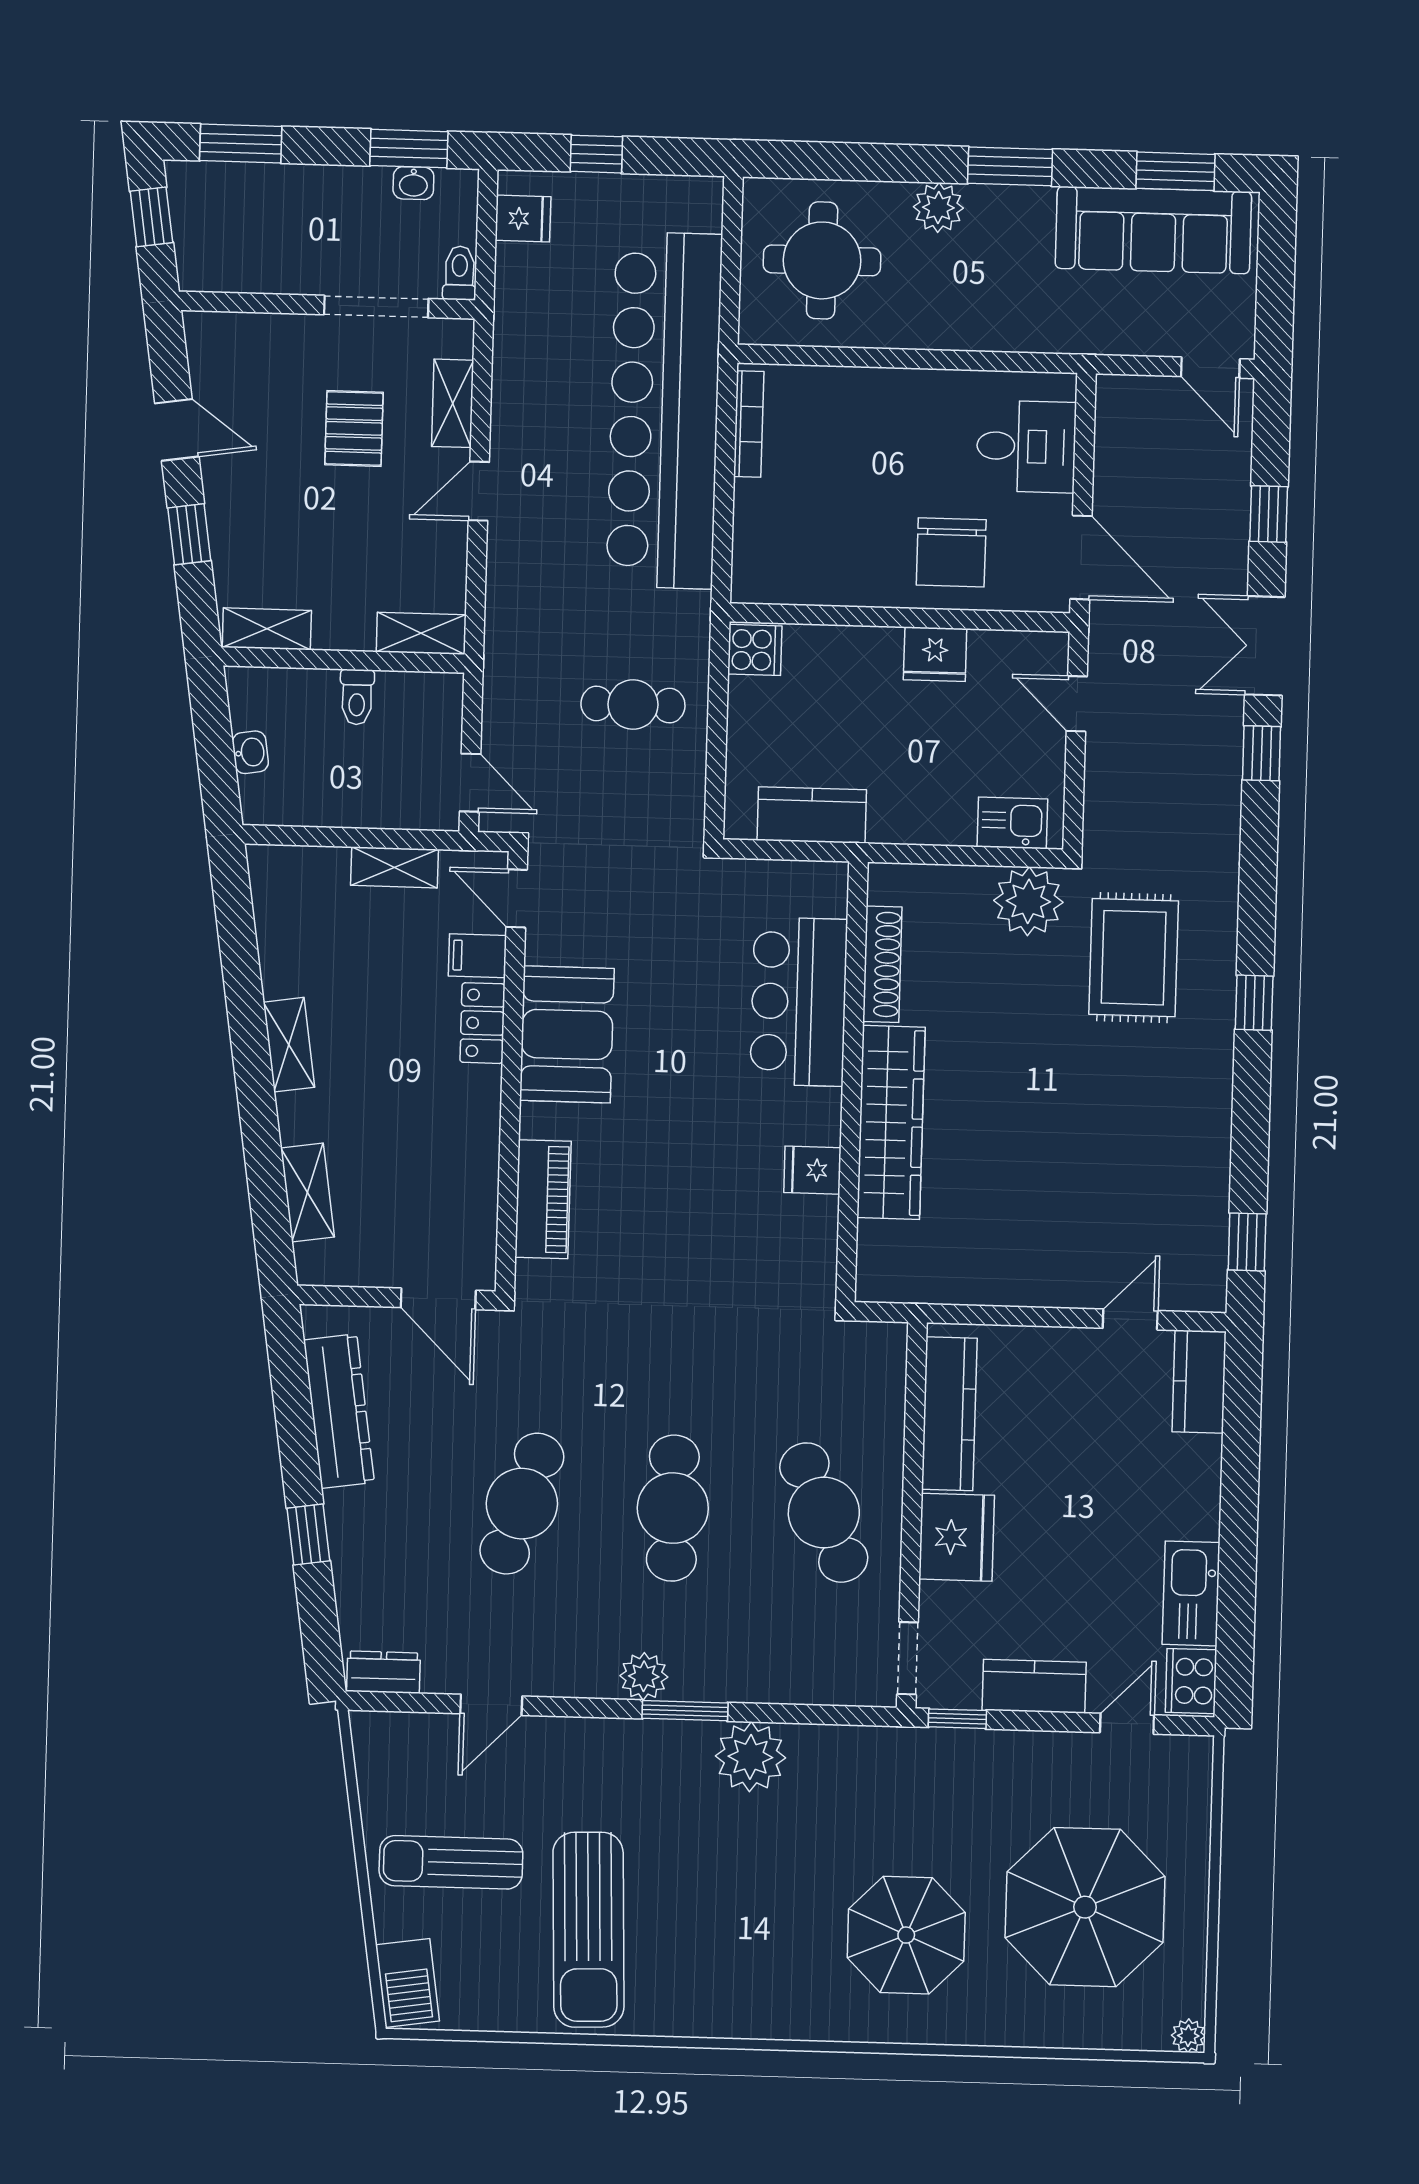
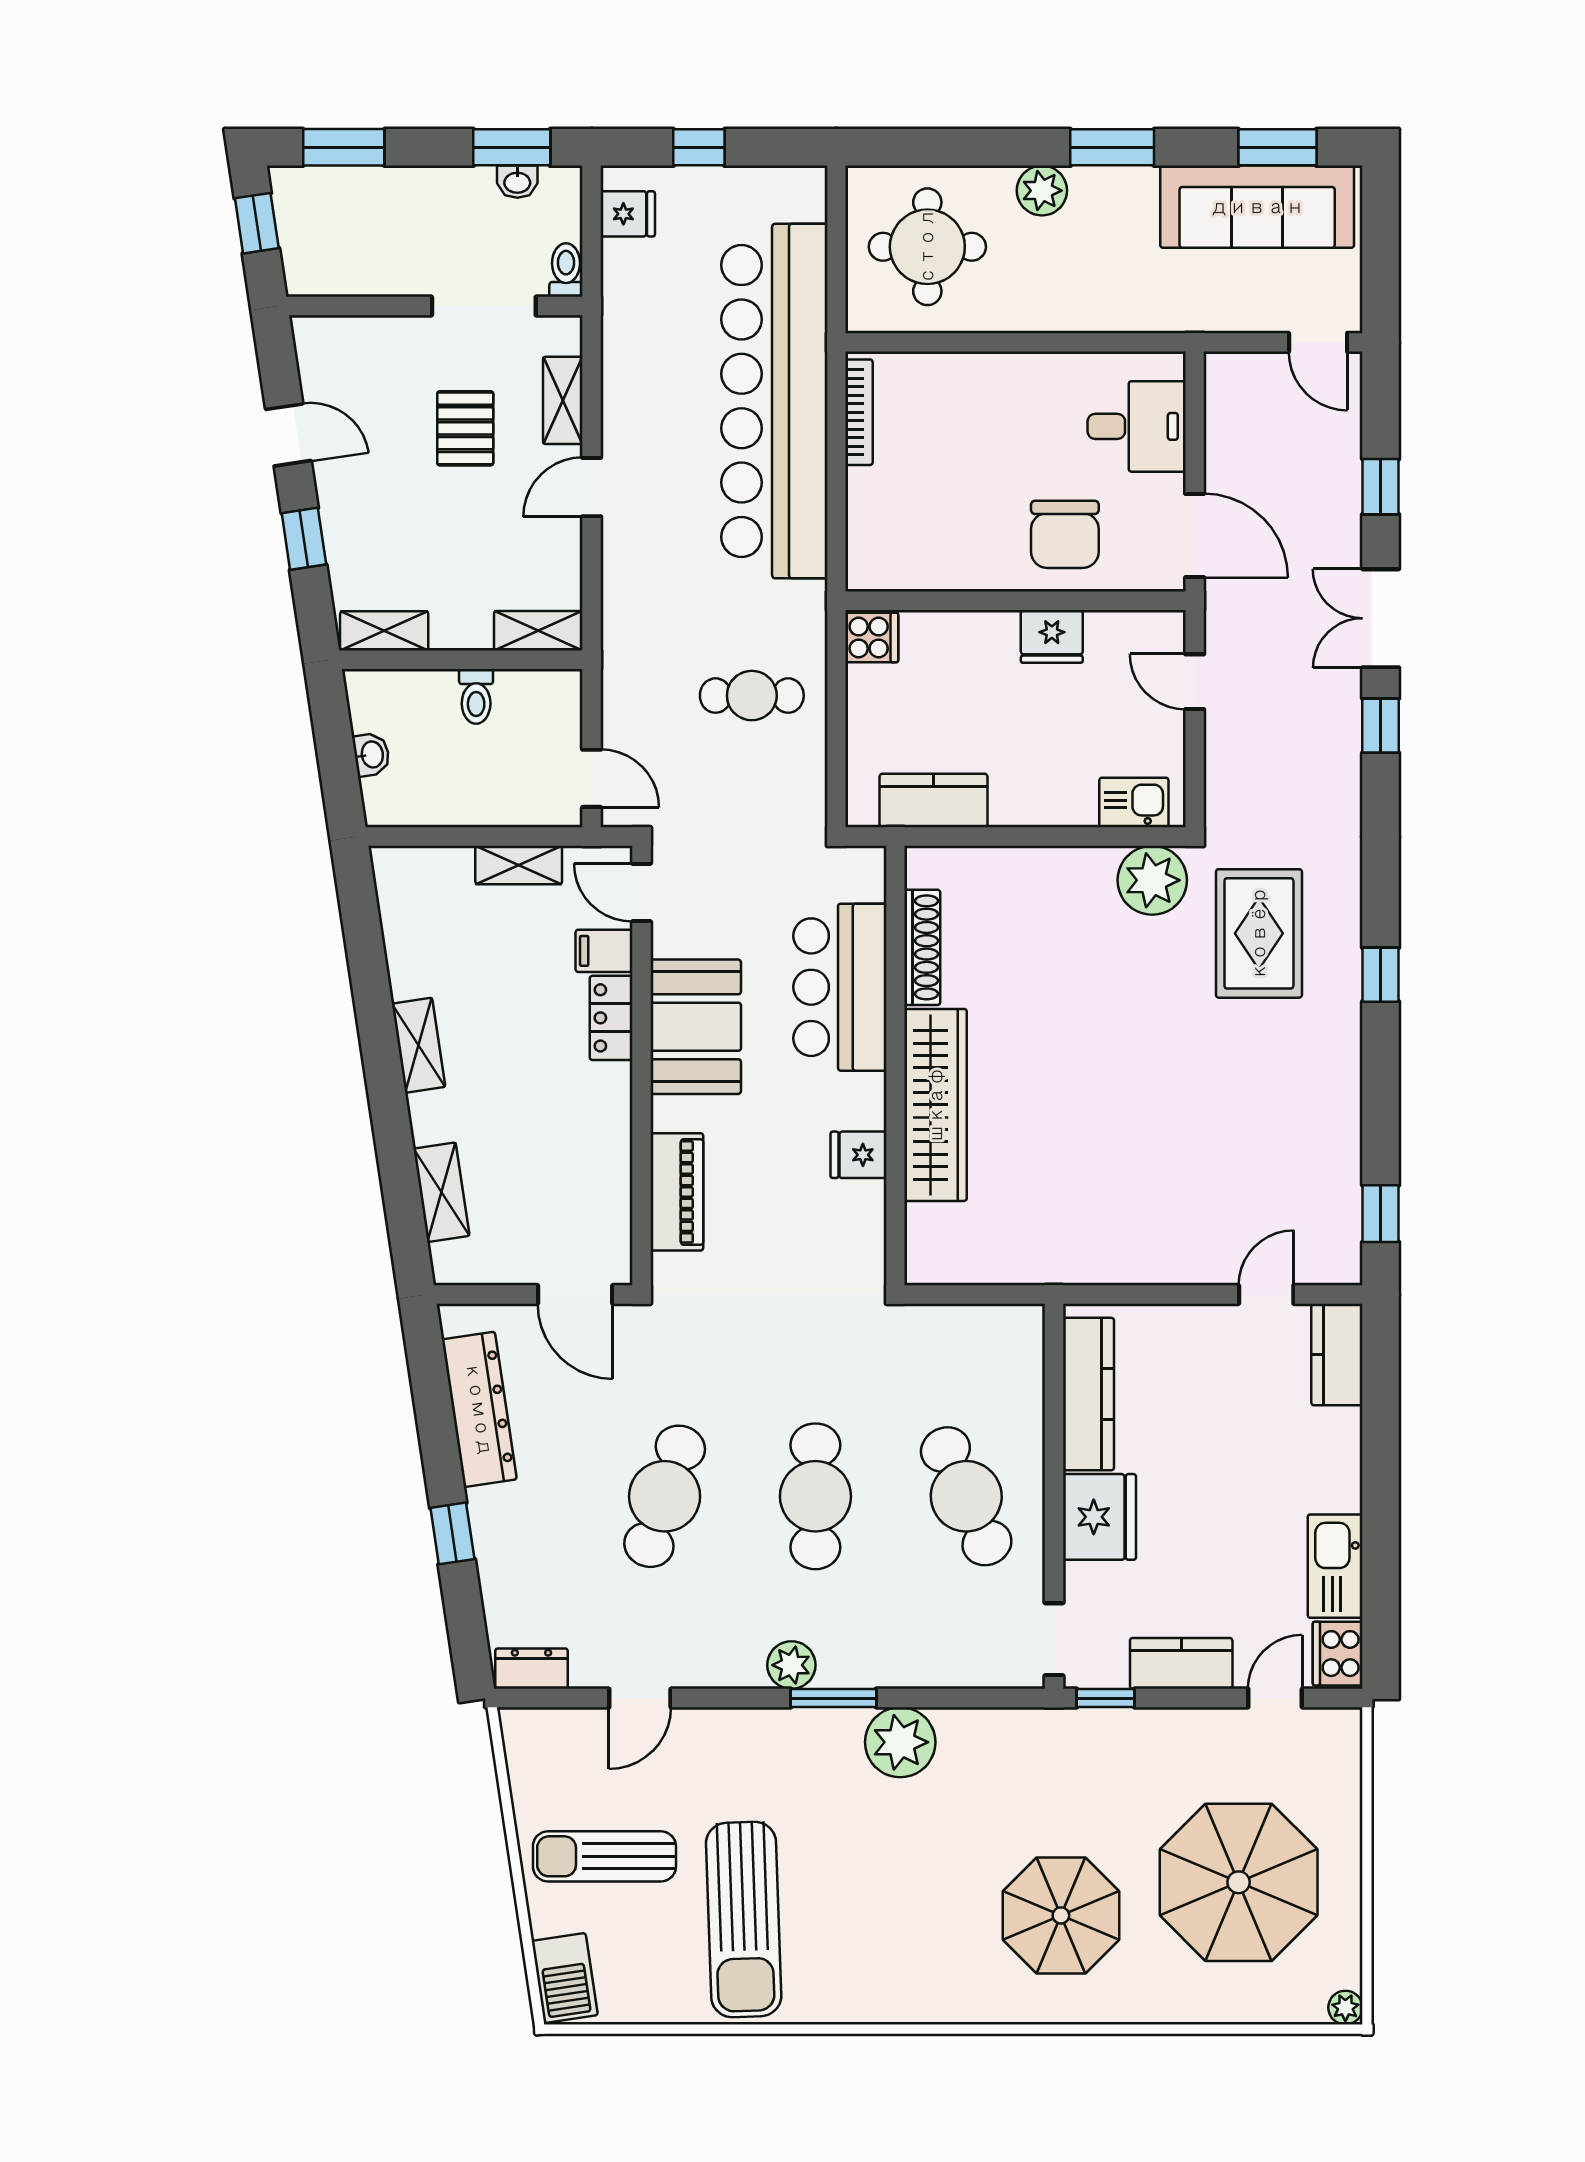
shoe rack: (882, 964) -> (922, 947), moved
bar counter: (799, 1002) -> (840, 987), moved
wall: (852, 1082) -> (895, 1066), moved
wardrobe: (891, 1122) -> (936, 1105), moved
fridge: (812, 1170) -> (858, 1155), moved

